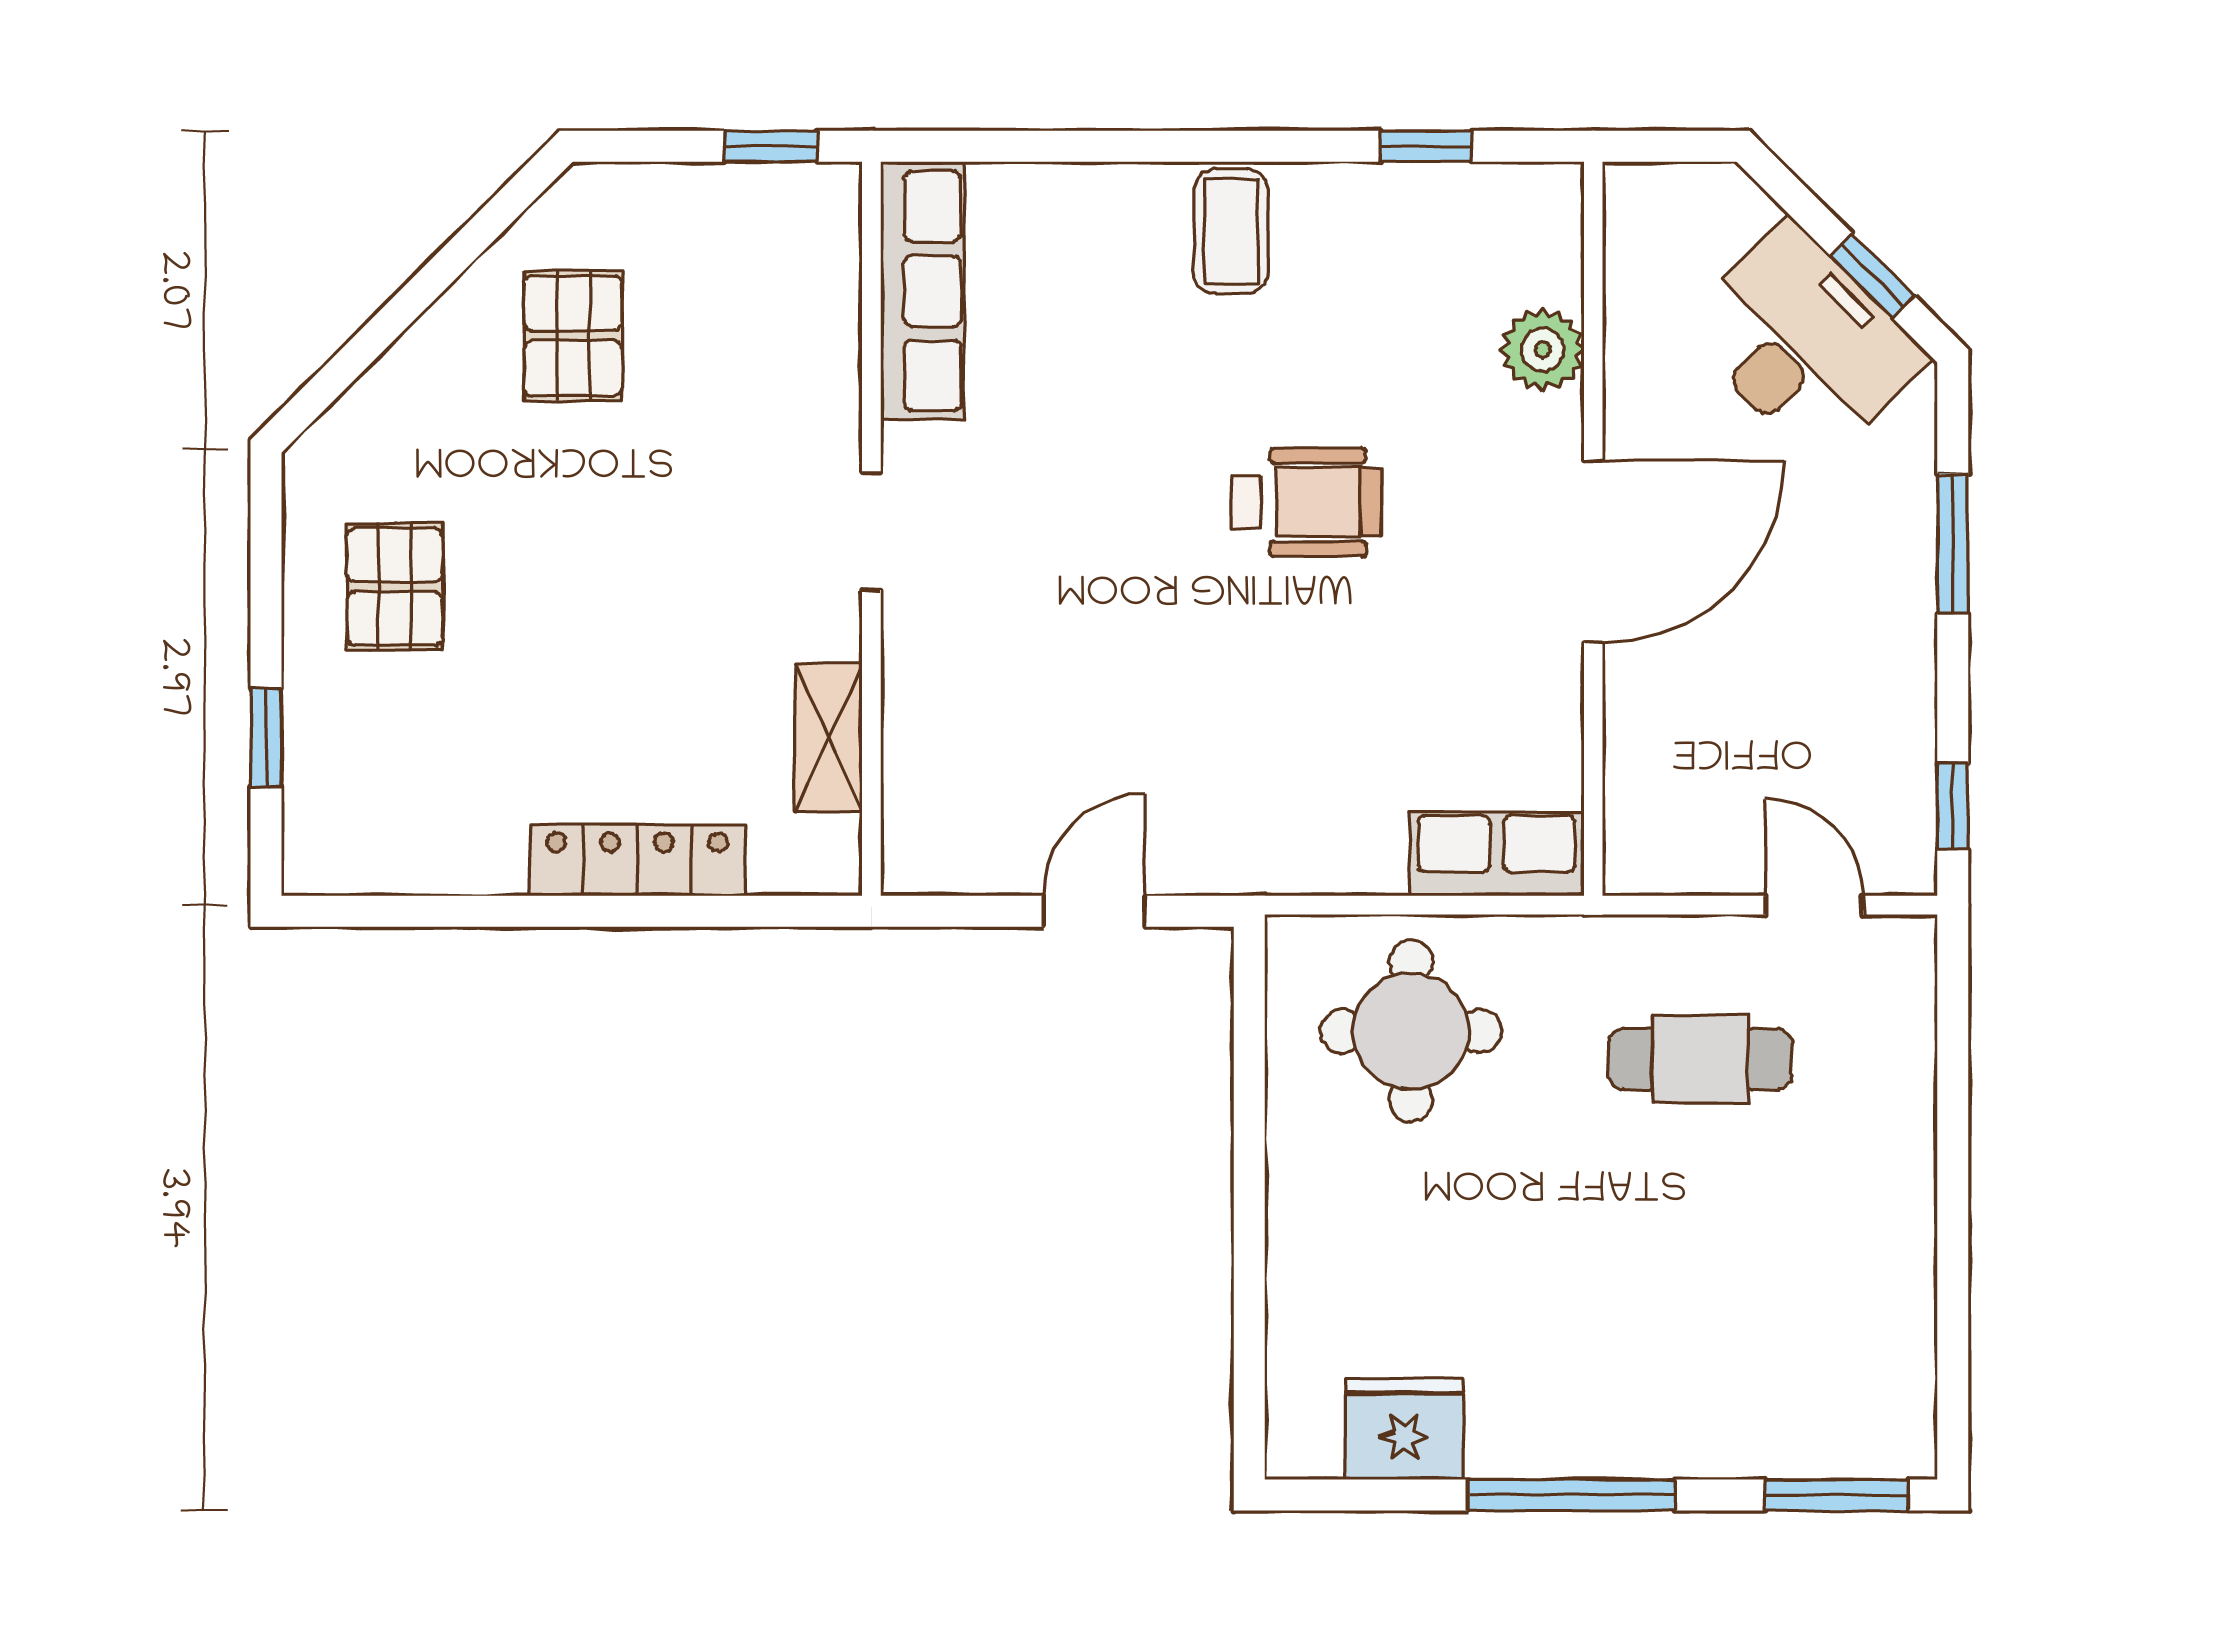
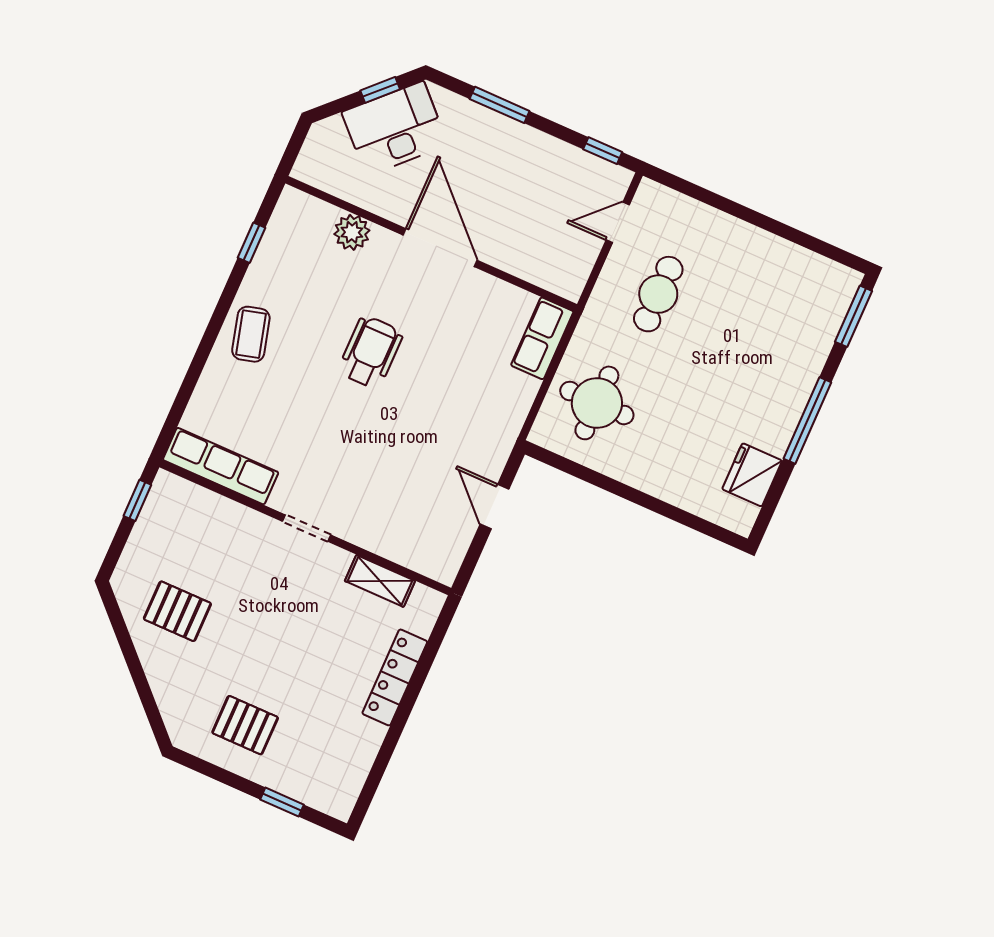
coffee table: (1231, 231) -> (251, 334), turned 75

